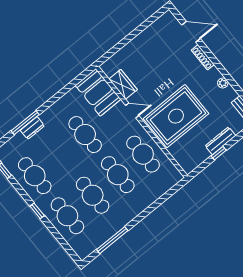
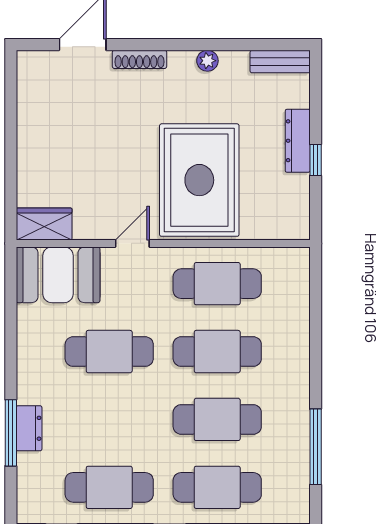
wardrobe: (123, 84) -> (44, 224), moved

